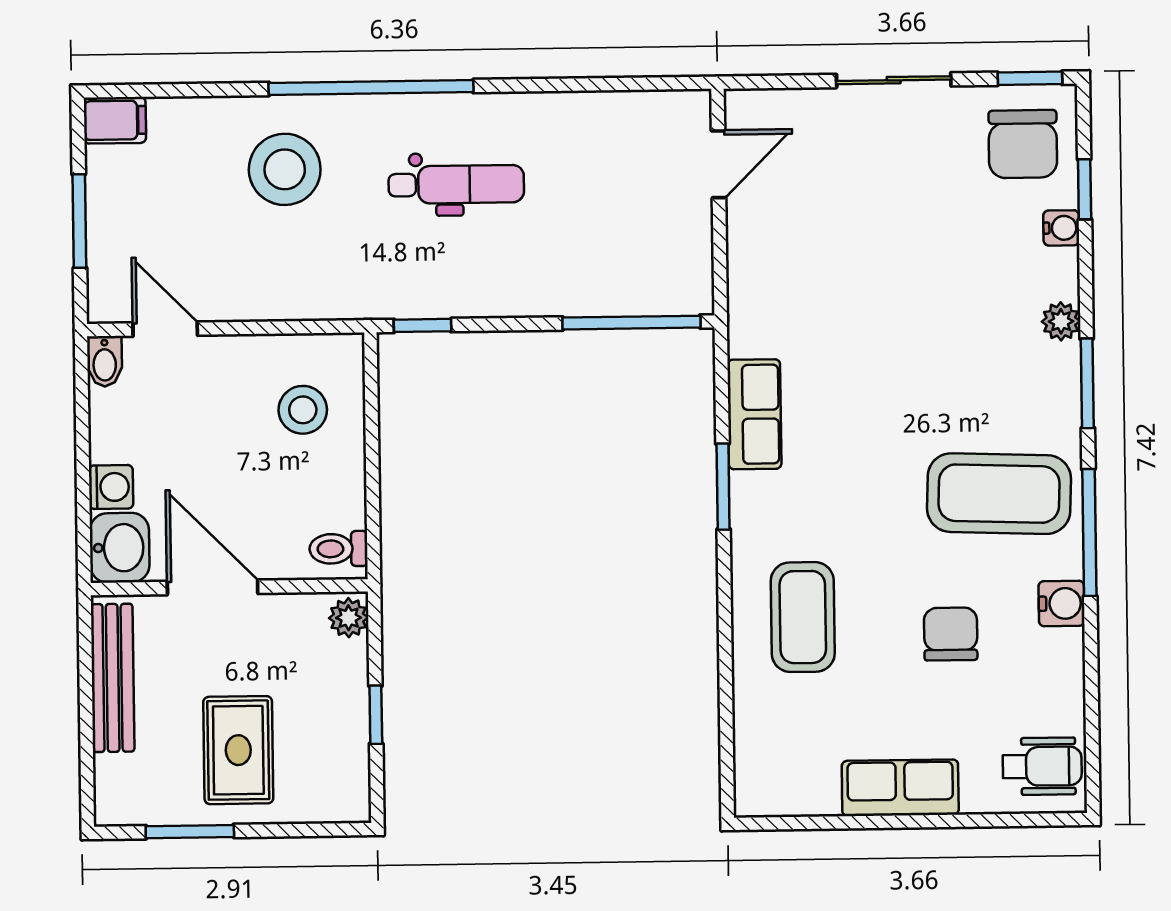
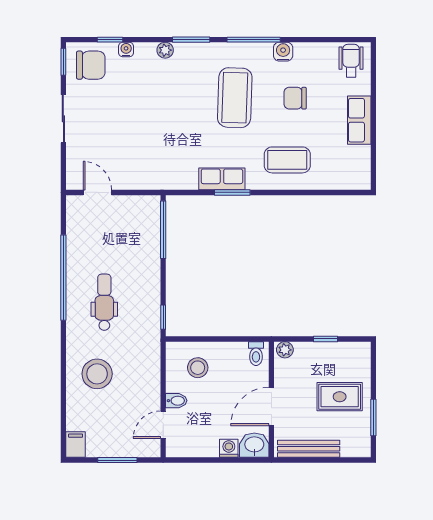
window: (371, 87) -> (63, 278), moved
bidet: (105, 361) -> (176, 401), moved
row of seats: (754, 414) -> (222, 179), moved
coffee table: (999, 494) -> (235, 98), moved

